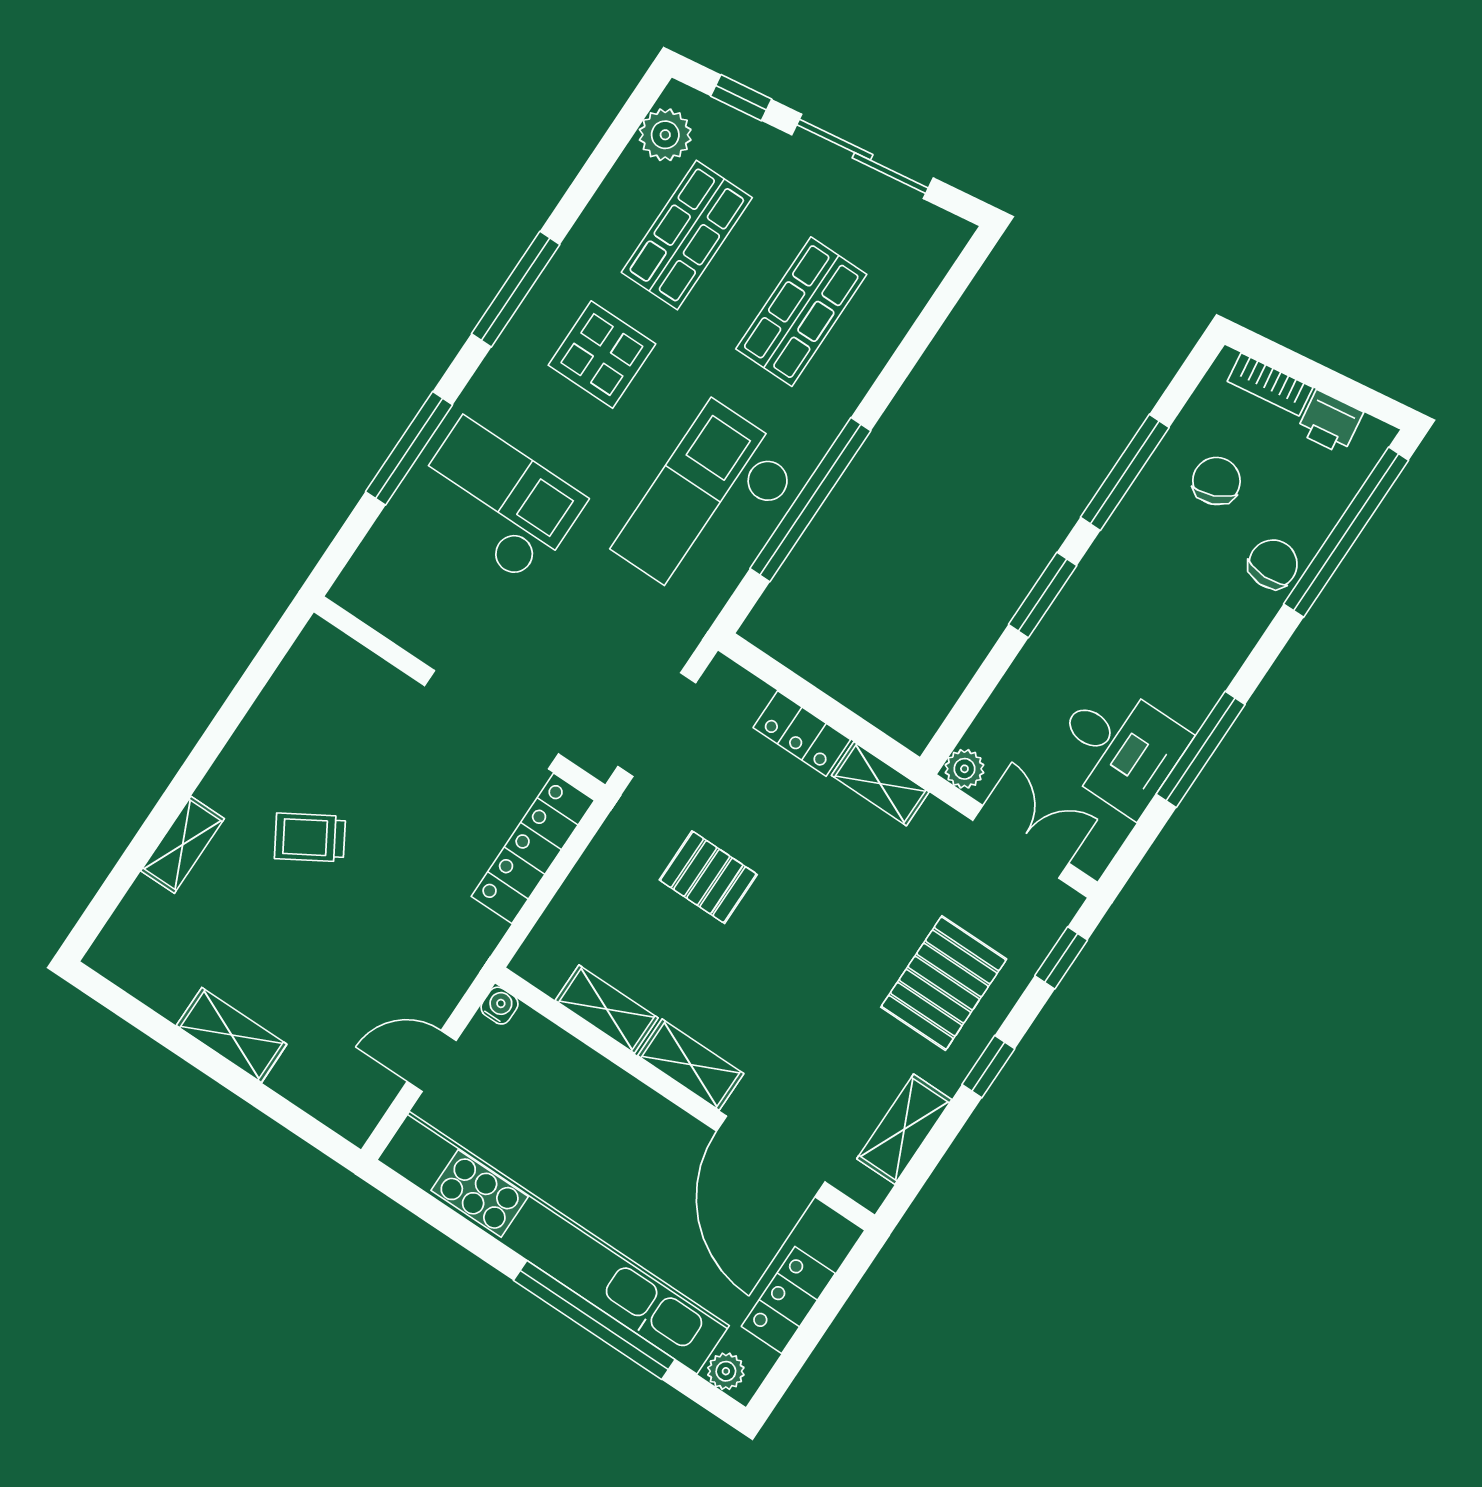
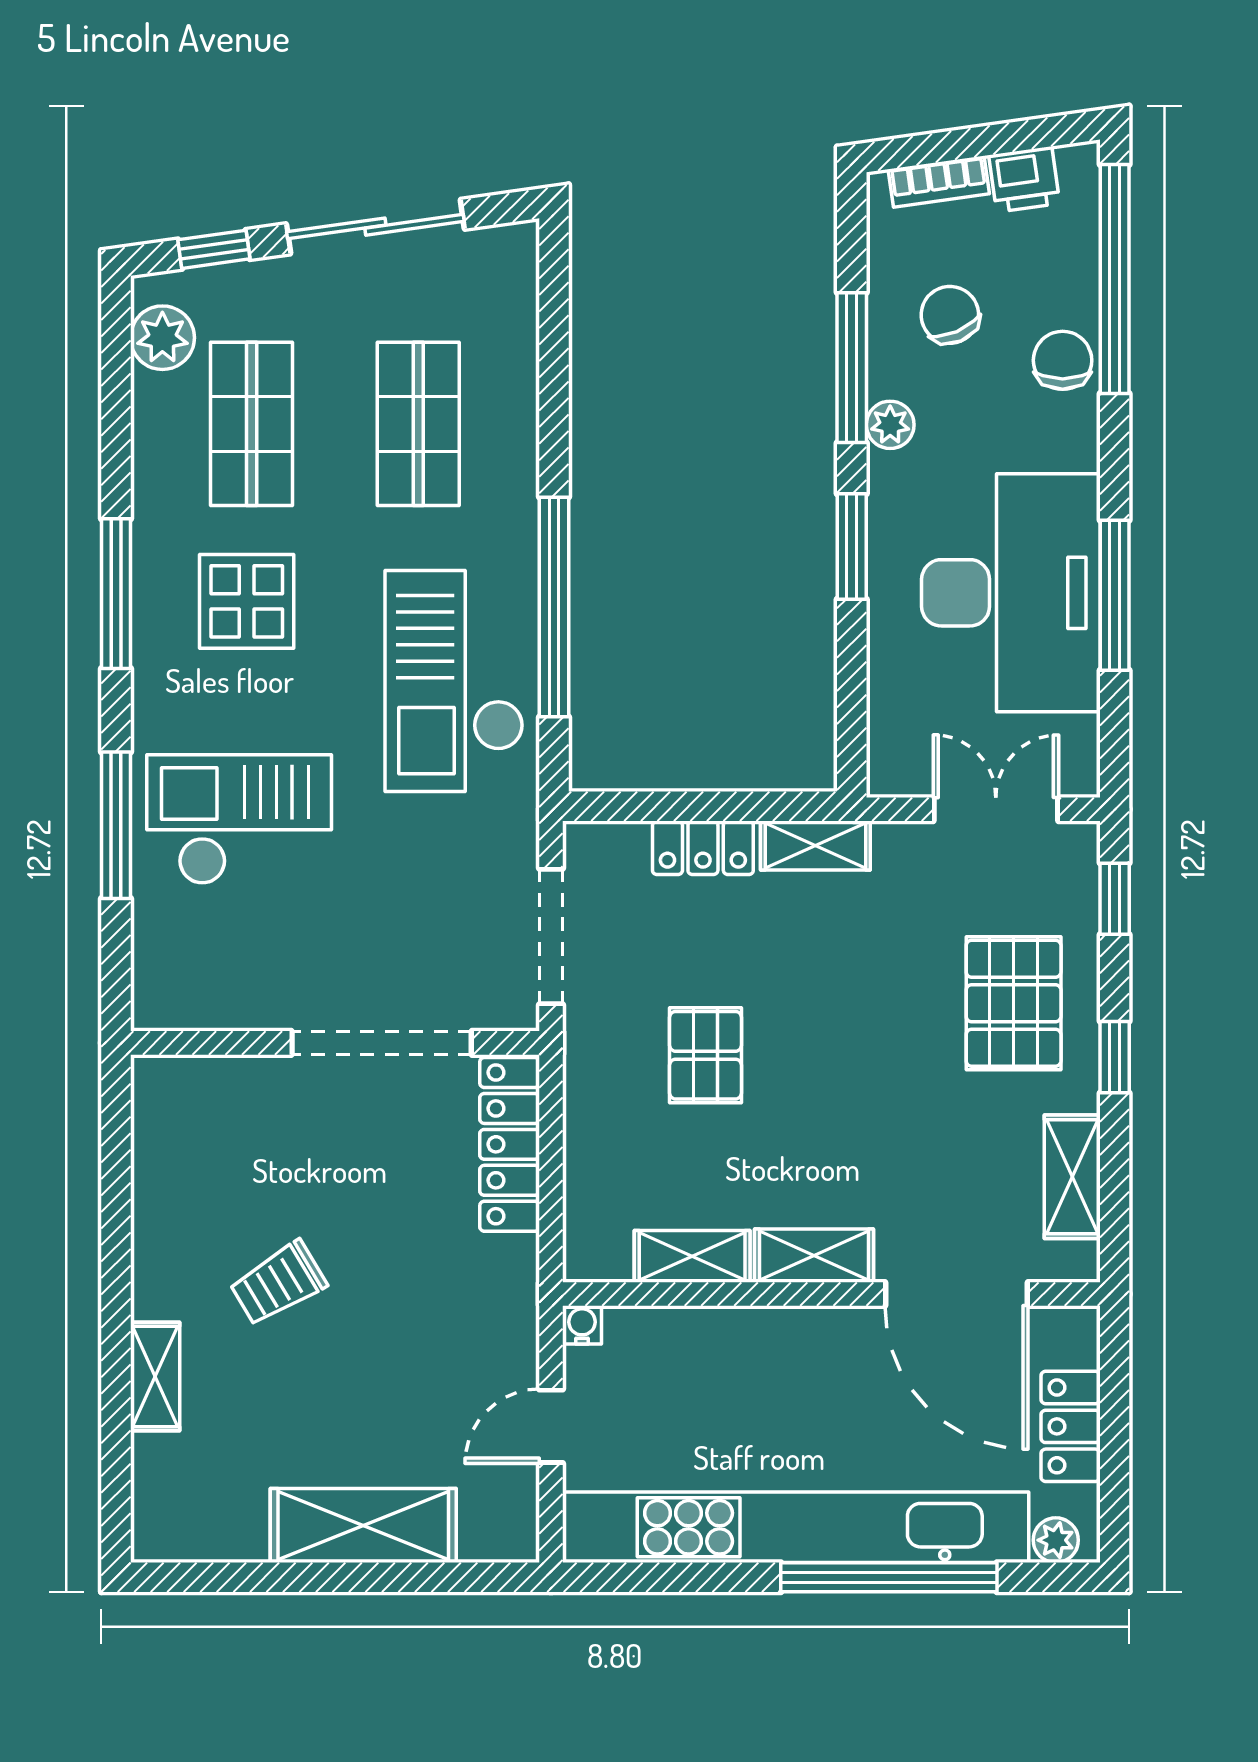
desk: (1119, 748) -> (1011, 593), width x1.87, depth x1.30
plant: (964, 769) -> (890, 425), moved
pallet: (708, 877) -> (706, 1055), turned 90
shelving: (232, 1035) -> (363, 1525), width x1.50, depth x1.33

